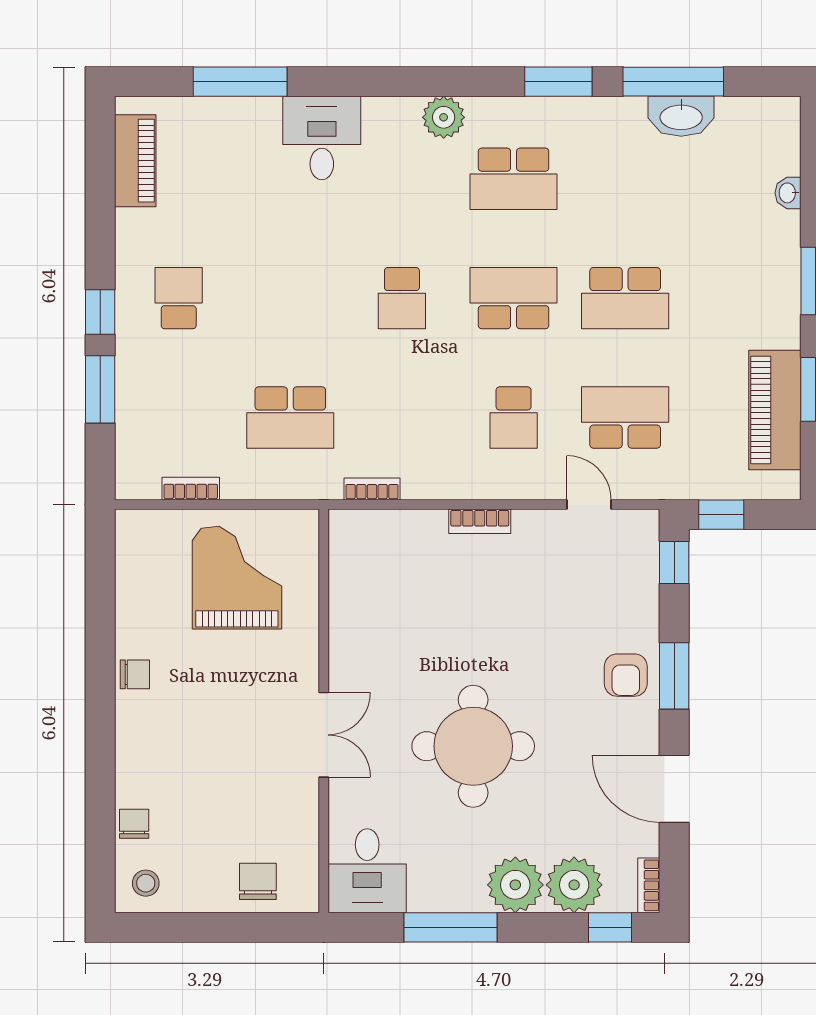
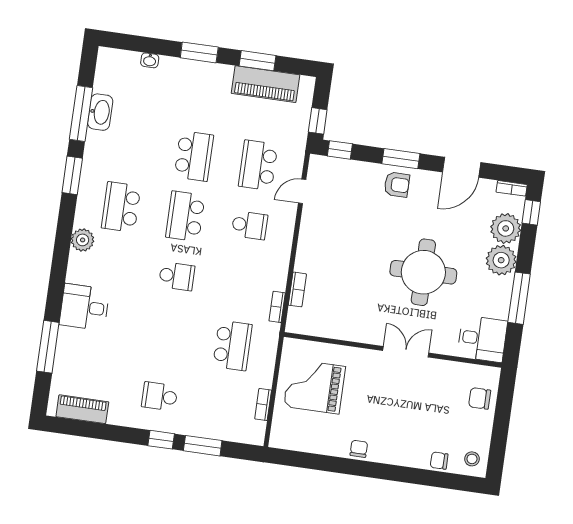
school desk: (514, 179) -> (121, 207), turned 180
bookcase: (480, 521) -> (297, 289), moved

